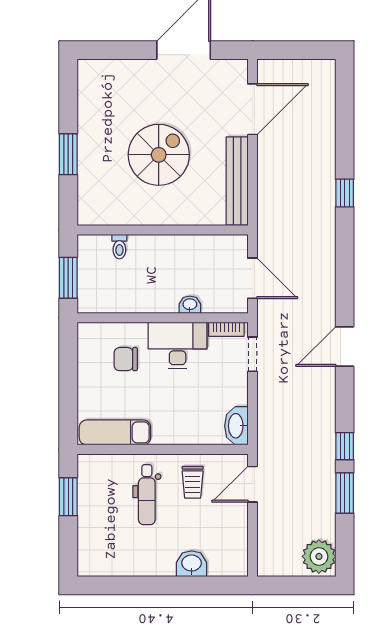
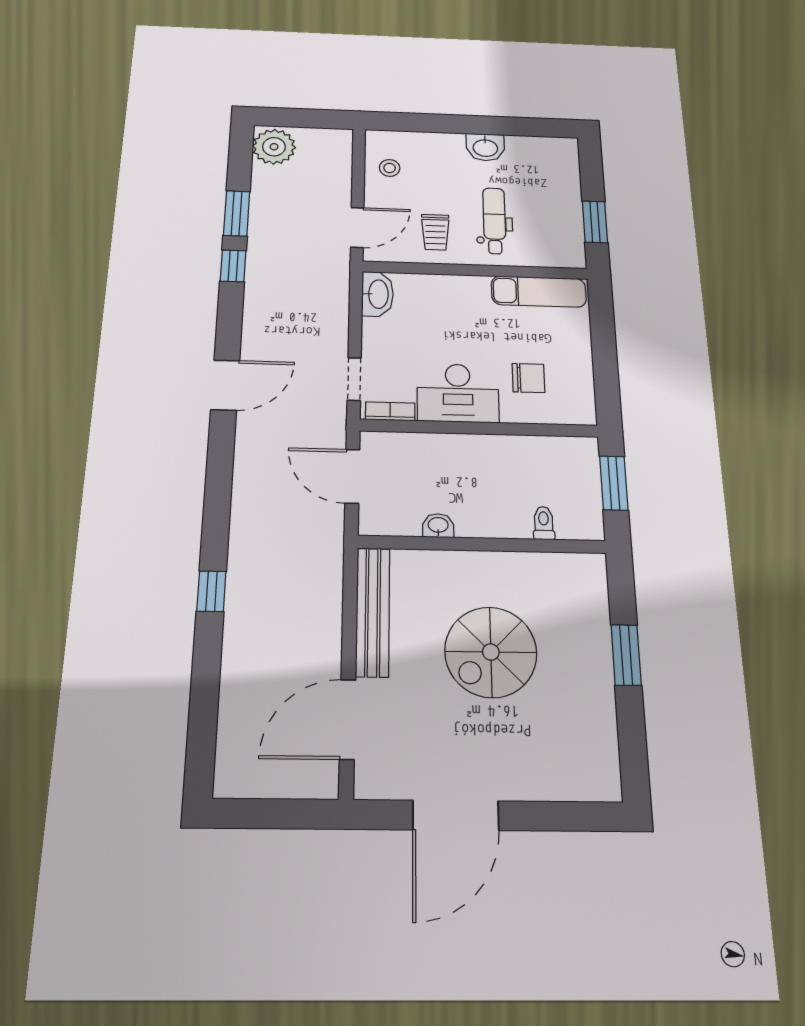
washbasin: (190, 305) -> (438, 526), moved, turned 180
trolley: (193, 482) -> (435, 232), turned 180
stool: (228, 540) -> (390, 168), added
washbasin: (192, 564) -> (485, 147), moved

